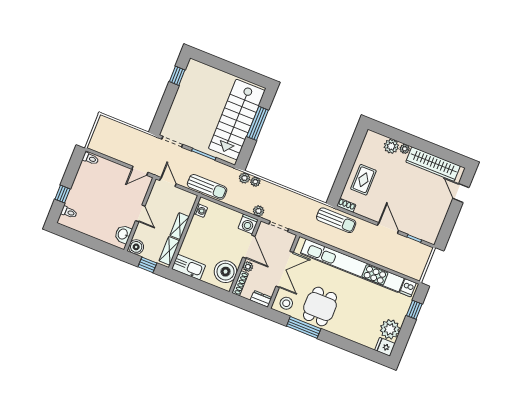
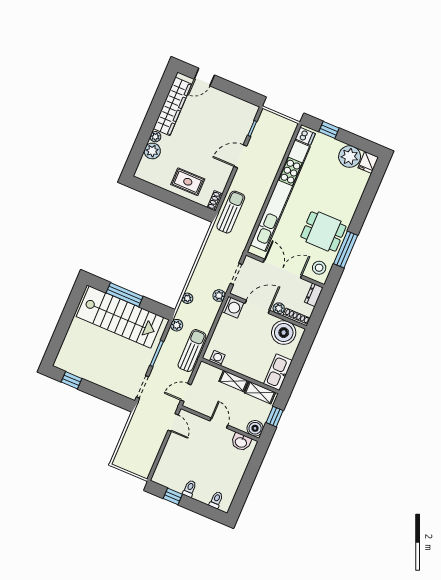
toilet: (90, 159) -> (190, 489), moved
plant: (245, 178) -> (177, 325), moved
window: (63, 194) -> (173, 496), moved
door: (140, 213) -> (219, 423), hinge flipped

